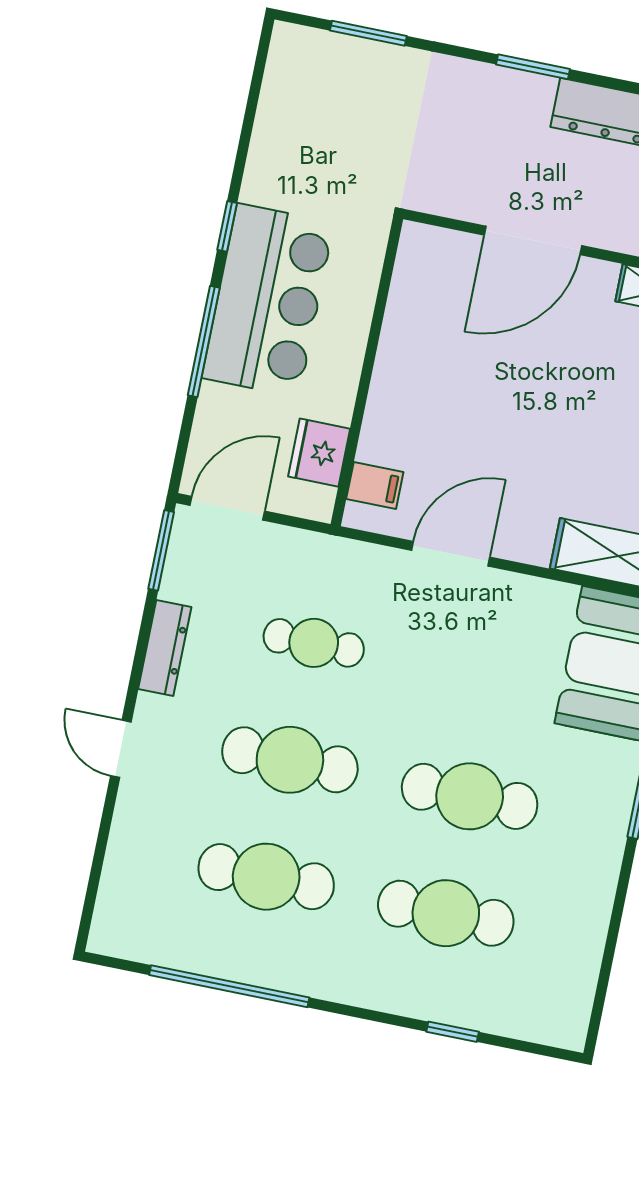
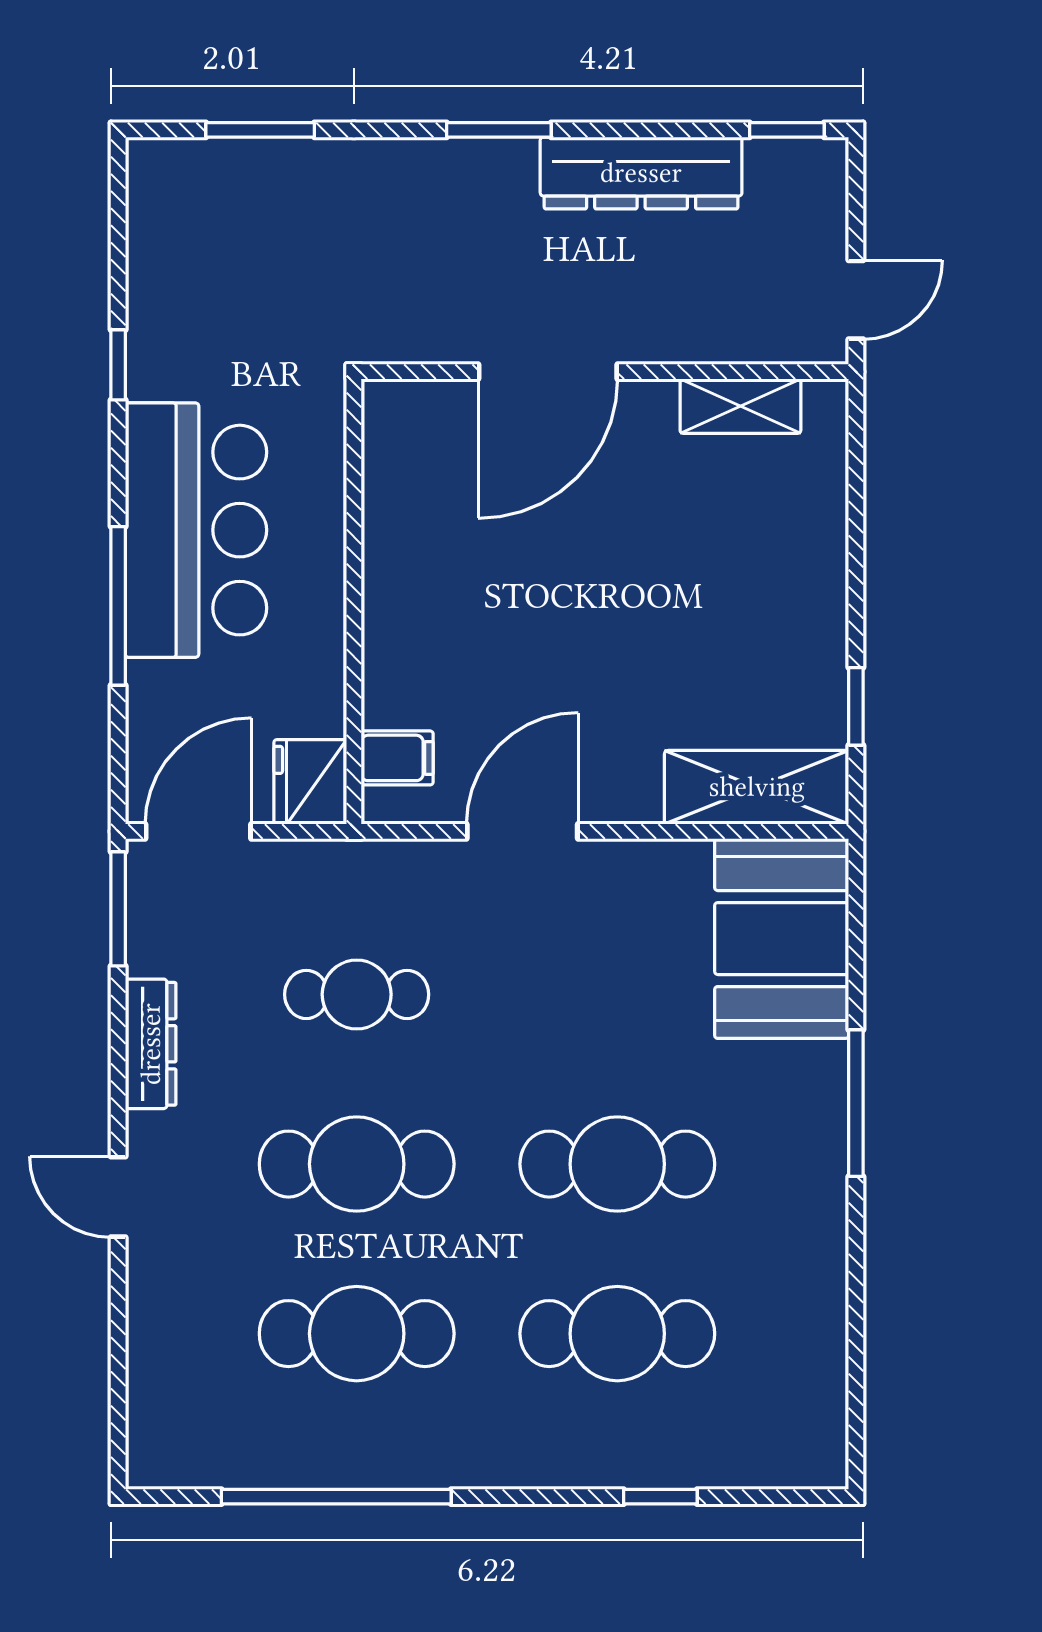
window: (227, 226) -> (118, 365), moved
fridge: (319, 453) -> (310, 782), moved

